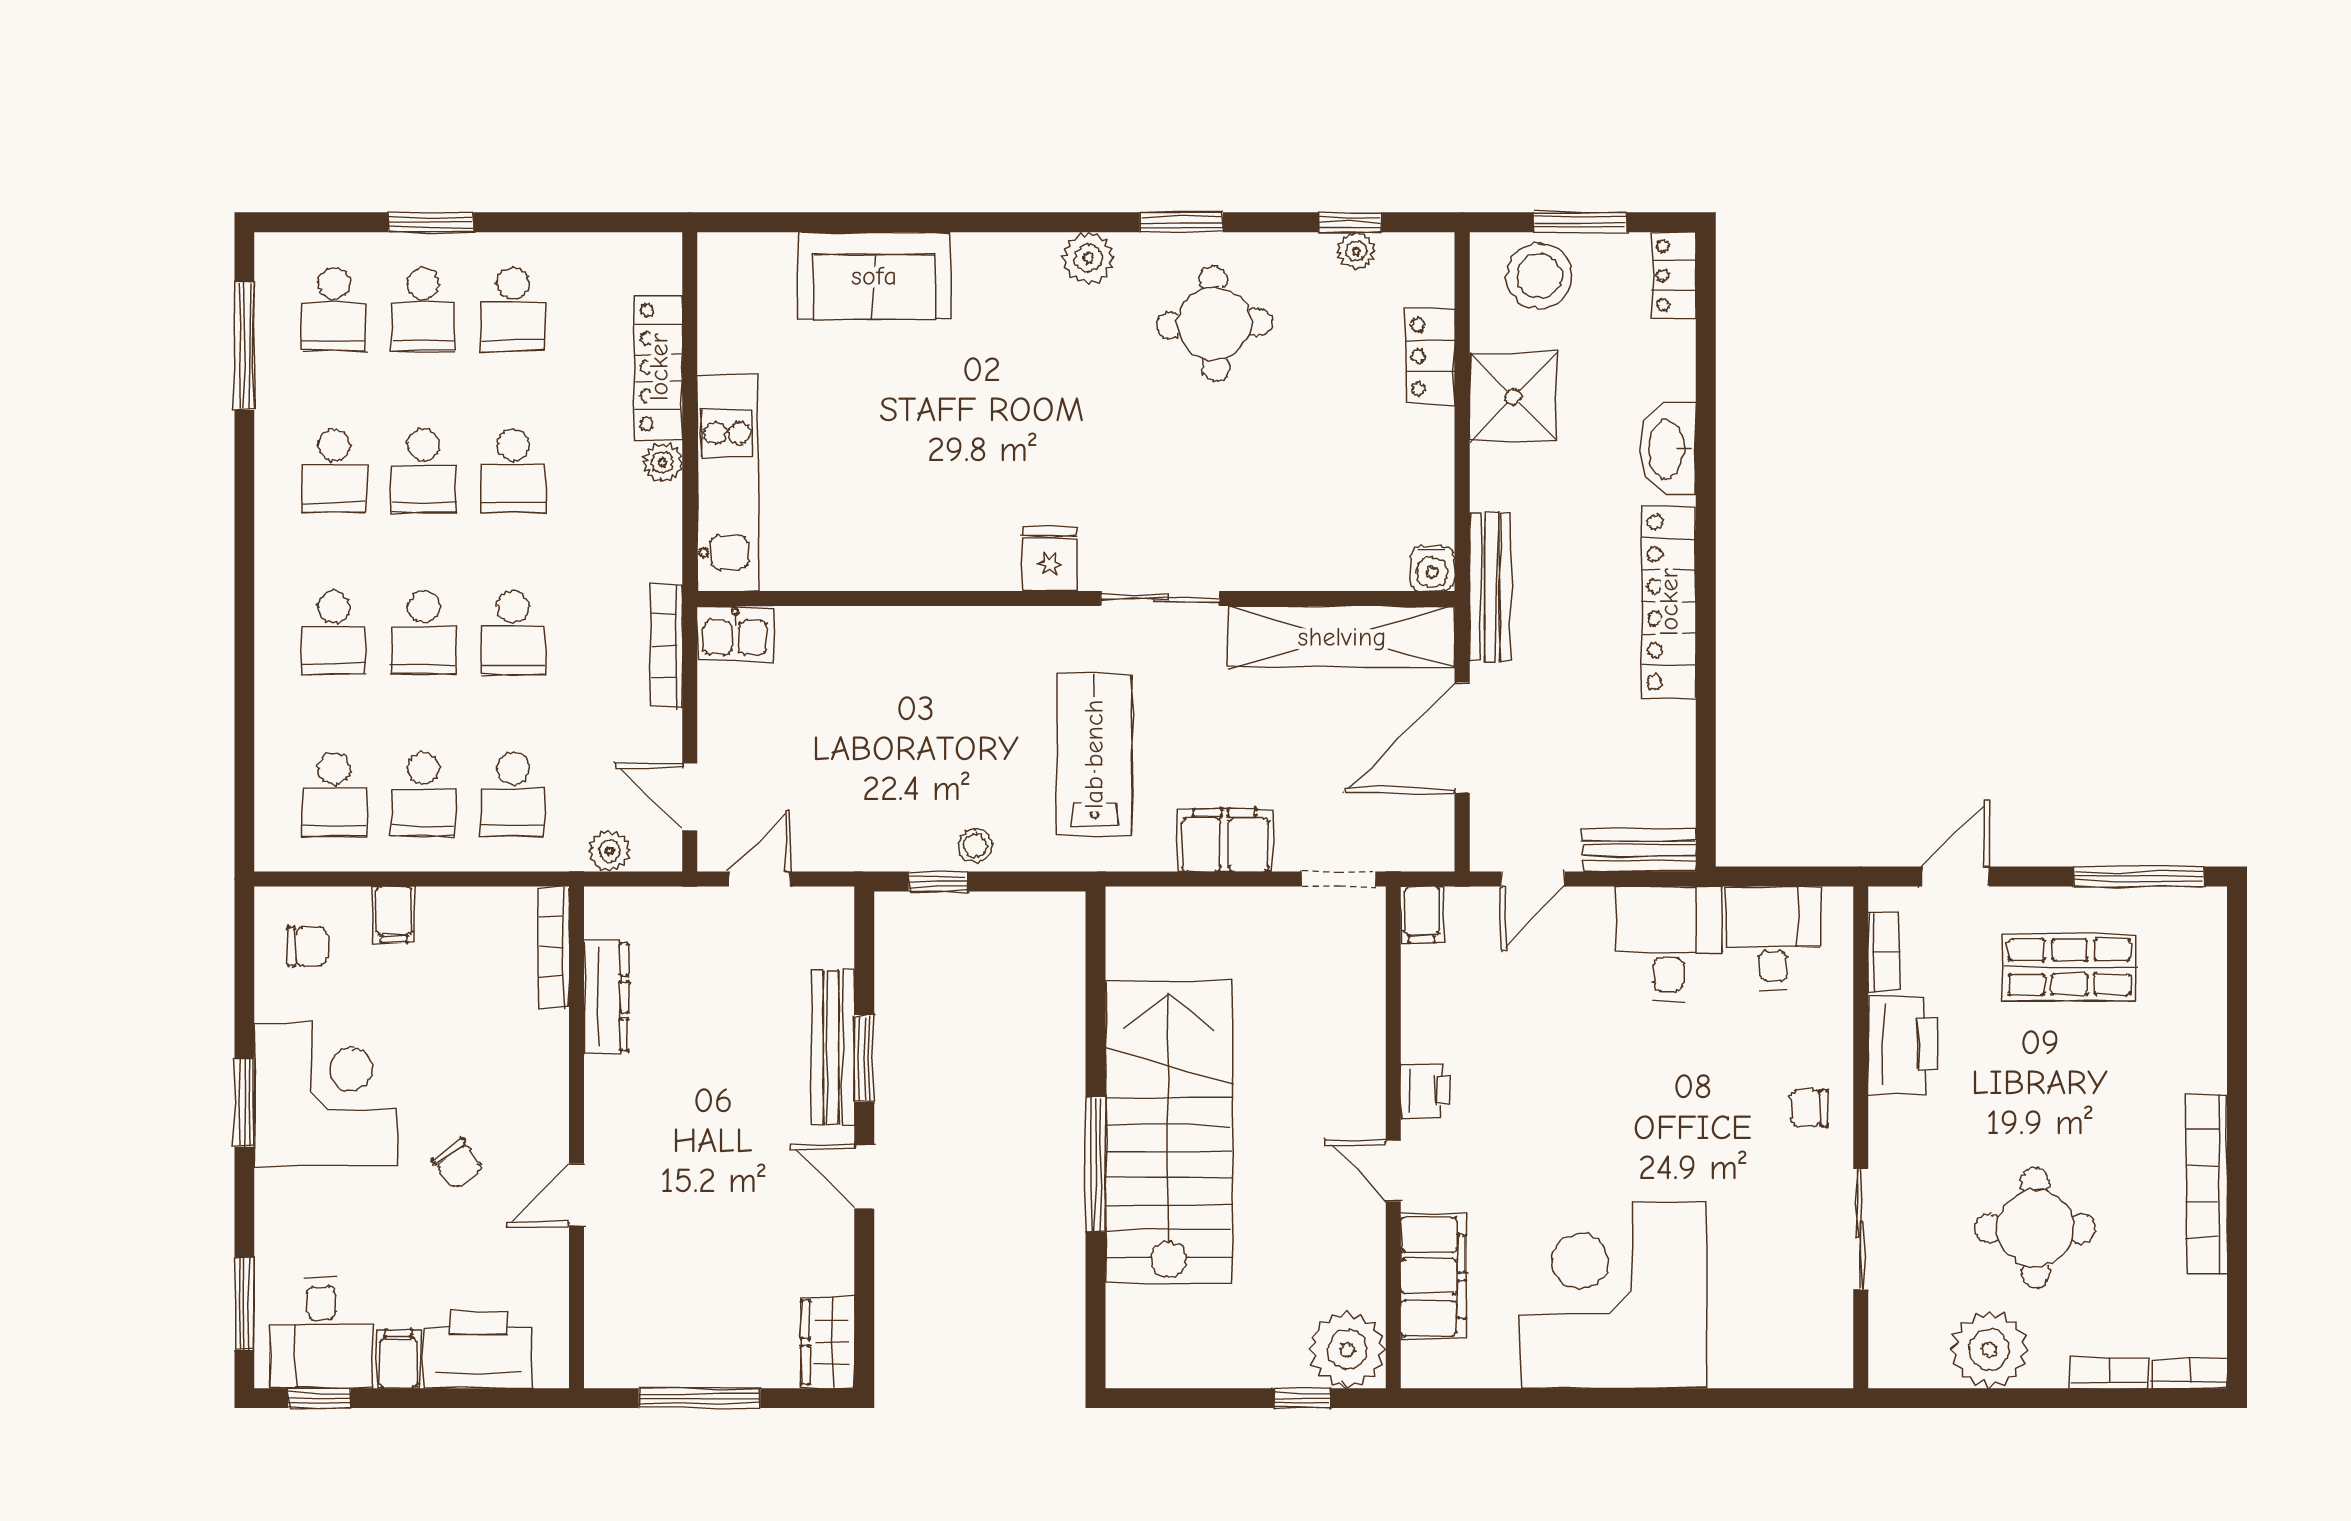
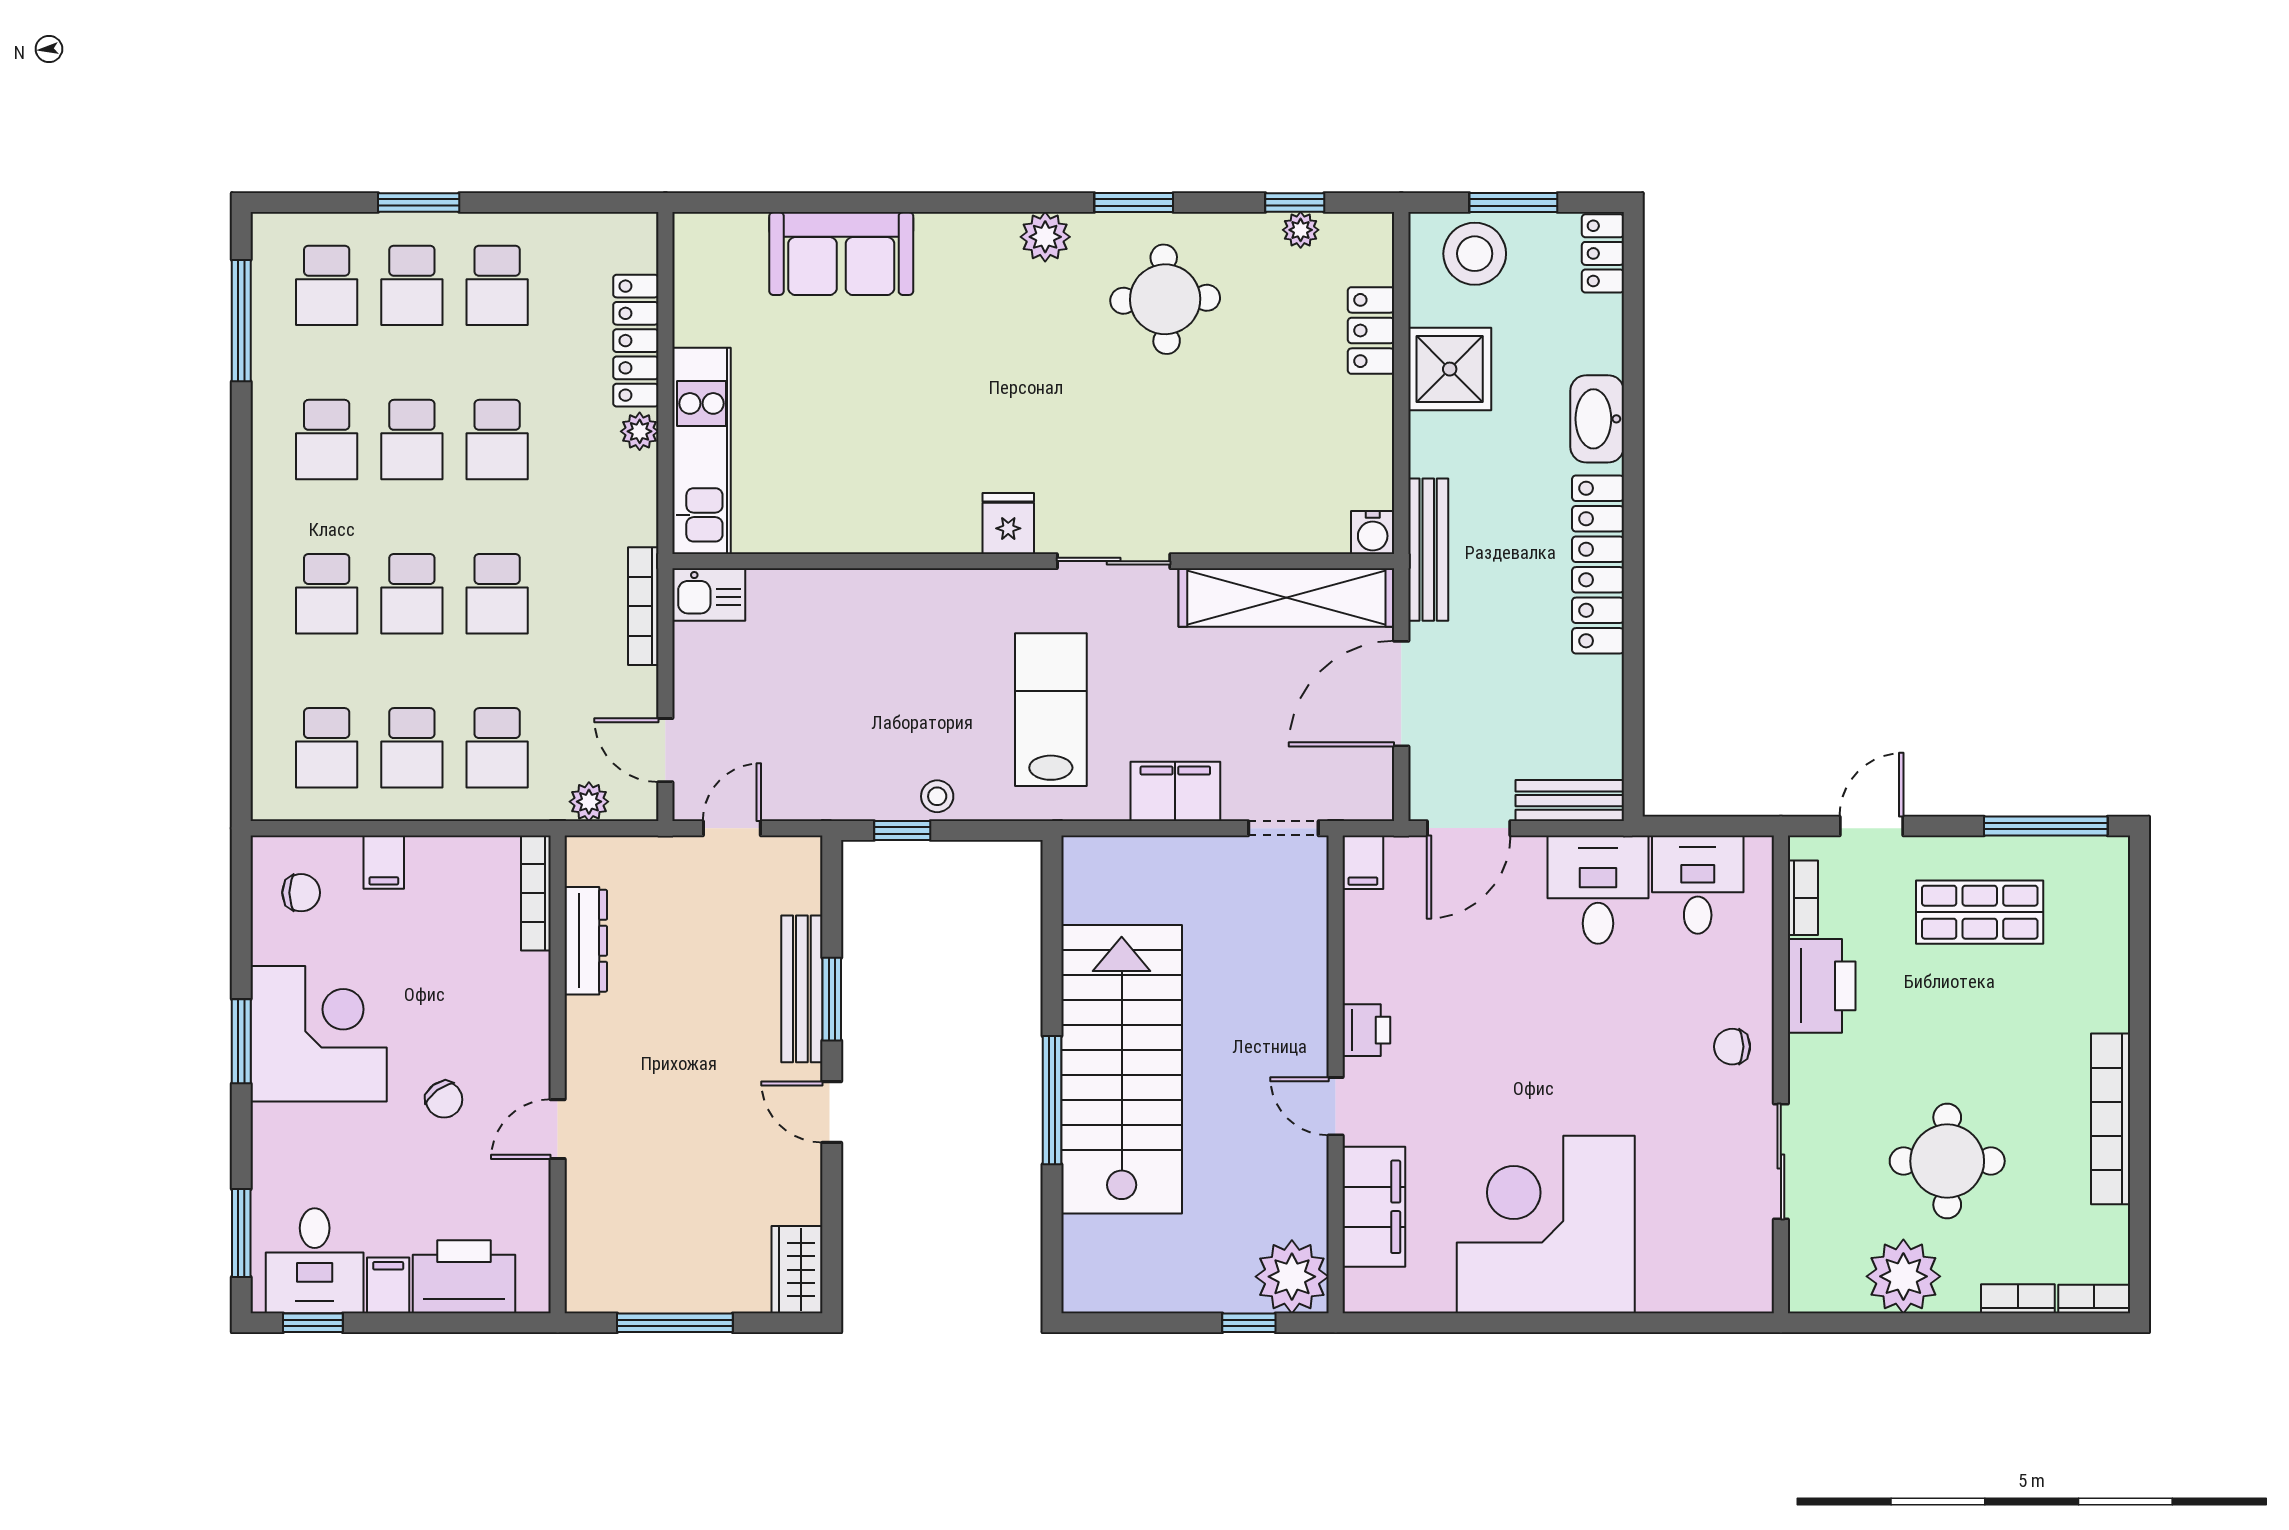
door: (1533, 879) -> (1469, 828), width x1.38

